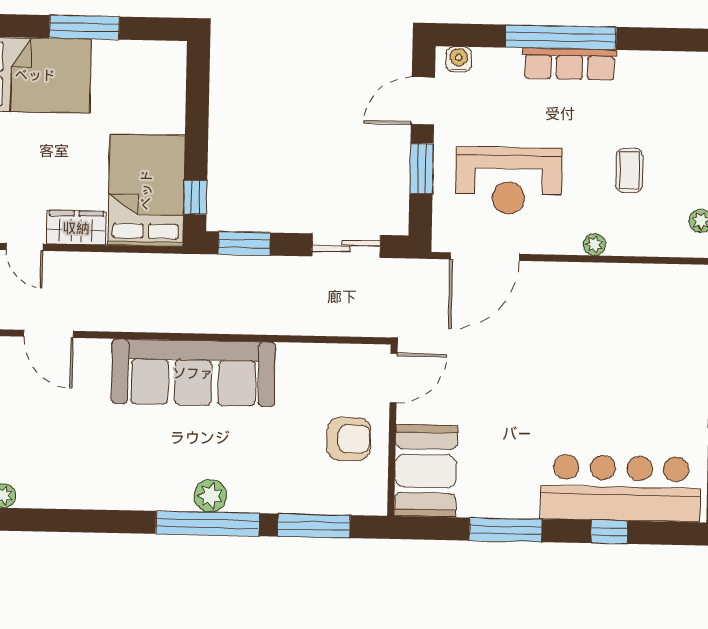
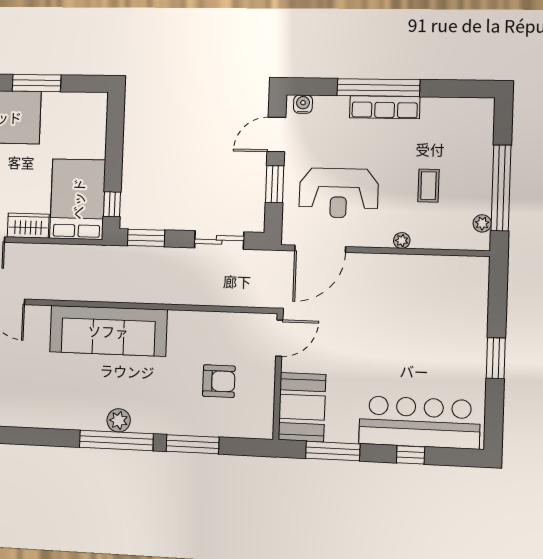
door: (394, 378) -> (279, 338), moved
wall: (392, 430) -> (278, 377), moved
booth: (426, 471) -> (302, 407), moved

